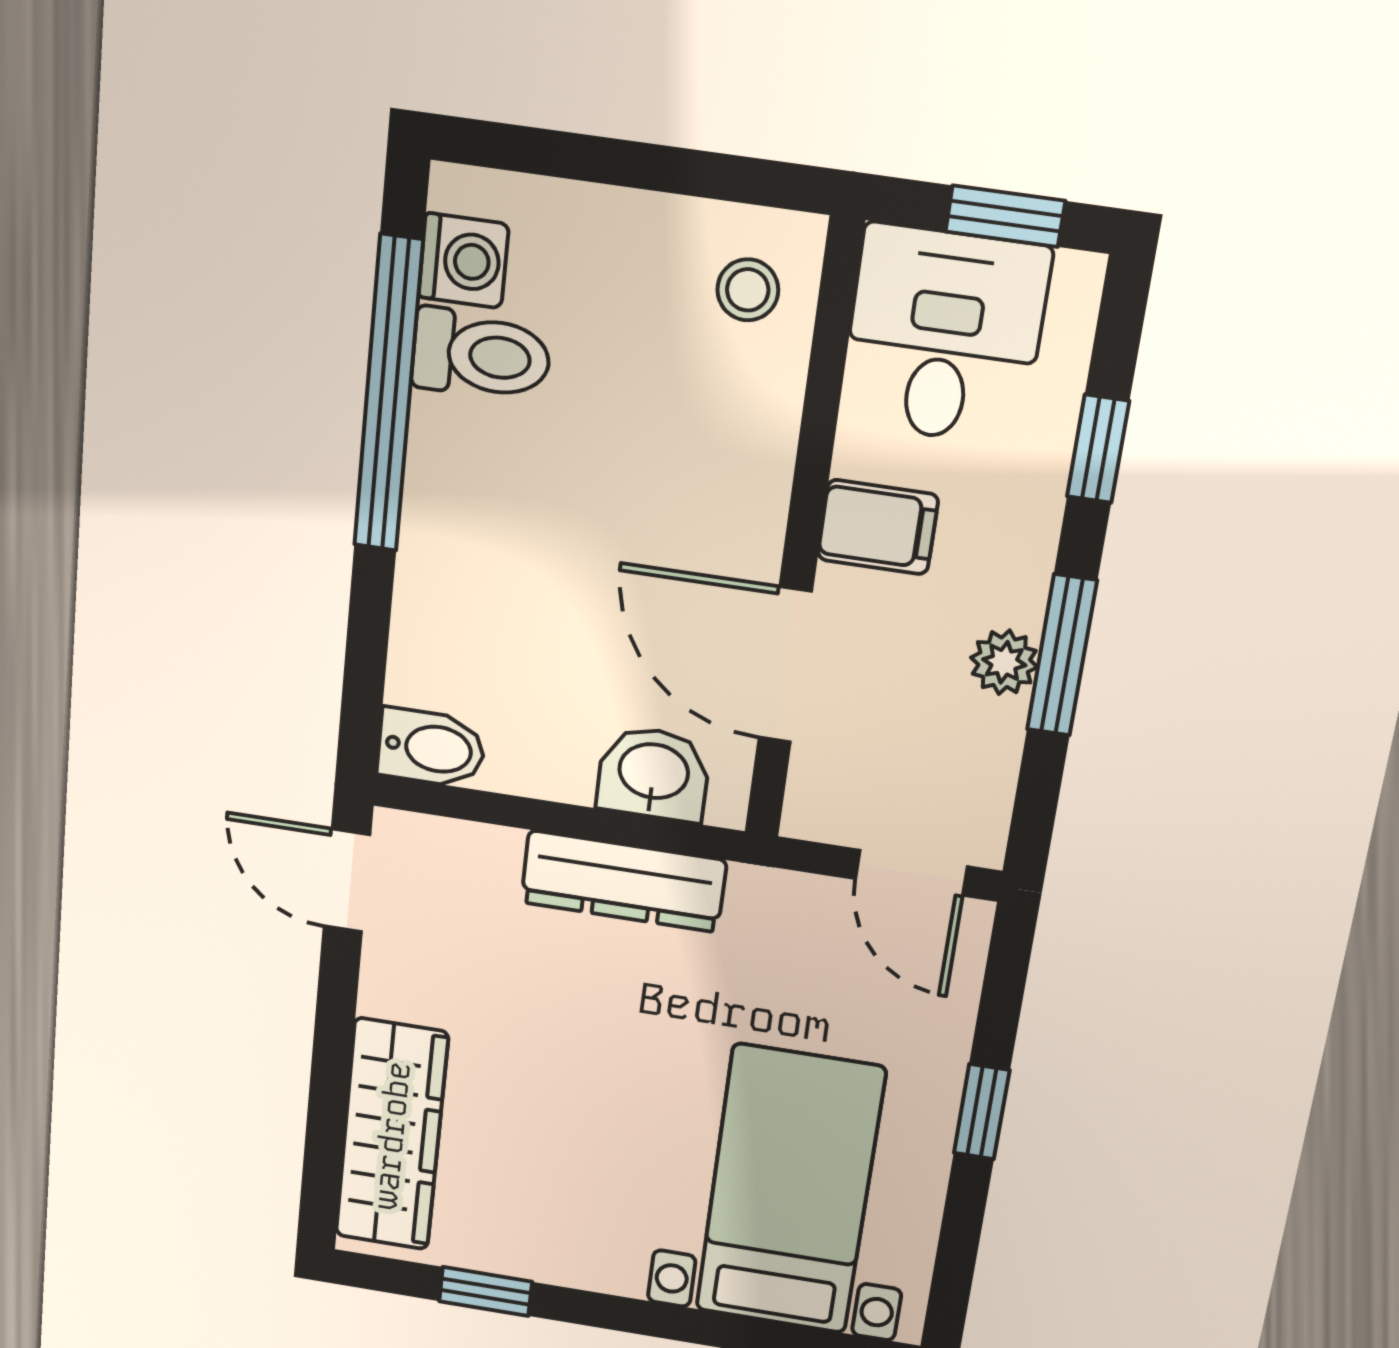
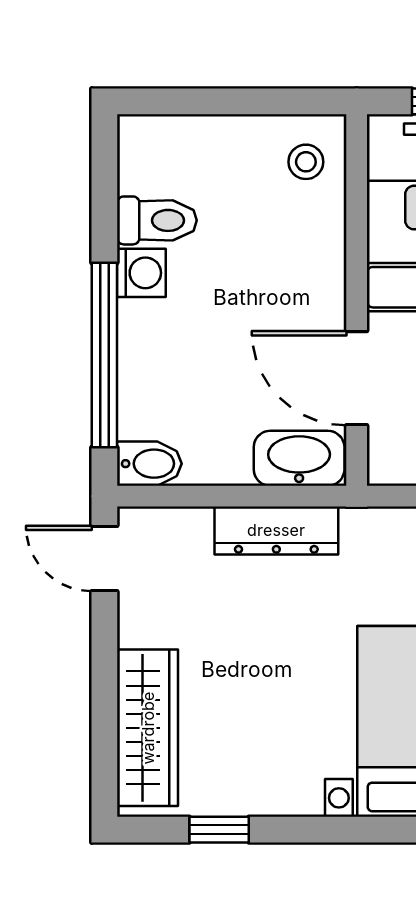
washing machine: (464, 261) -> (141, 273), moved
window: (388, 395) -> (104, 355), moved
washbasin: (653, 774) -> (299, 458), width x1.38

